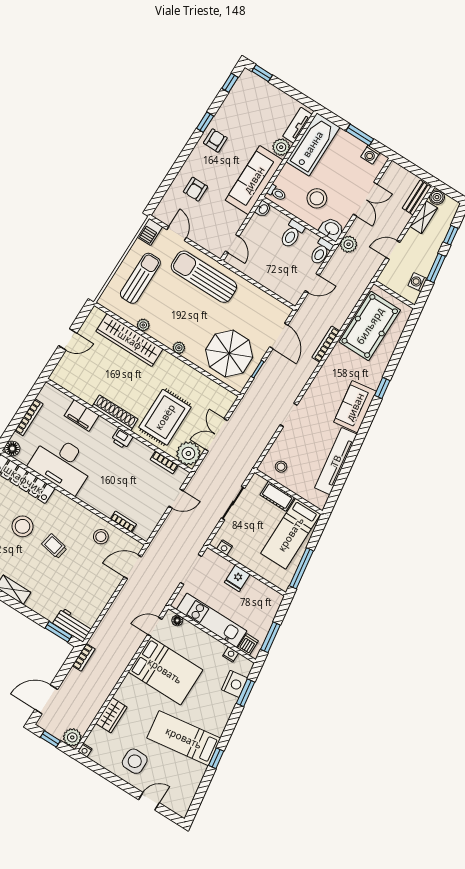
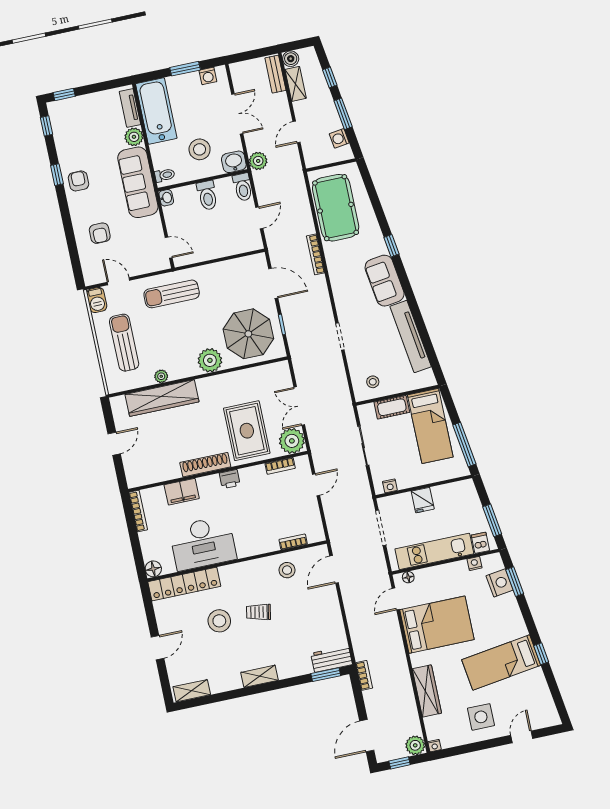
sun lounger: (204, 277) -> (172, 294), width x0.73, depth x0.75
plant: (179, 348) -> (210, 360), width x1.88, depth x1.88
bookcase: (29, 417) -> (138, 511), moved
wardrobe: (111, 715) -> (427, 691), width x1.50

